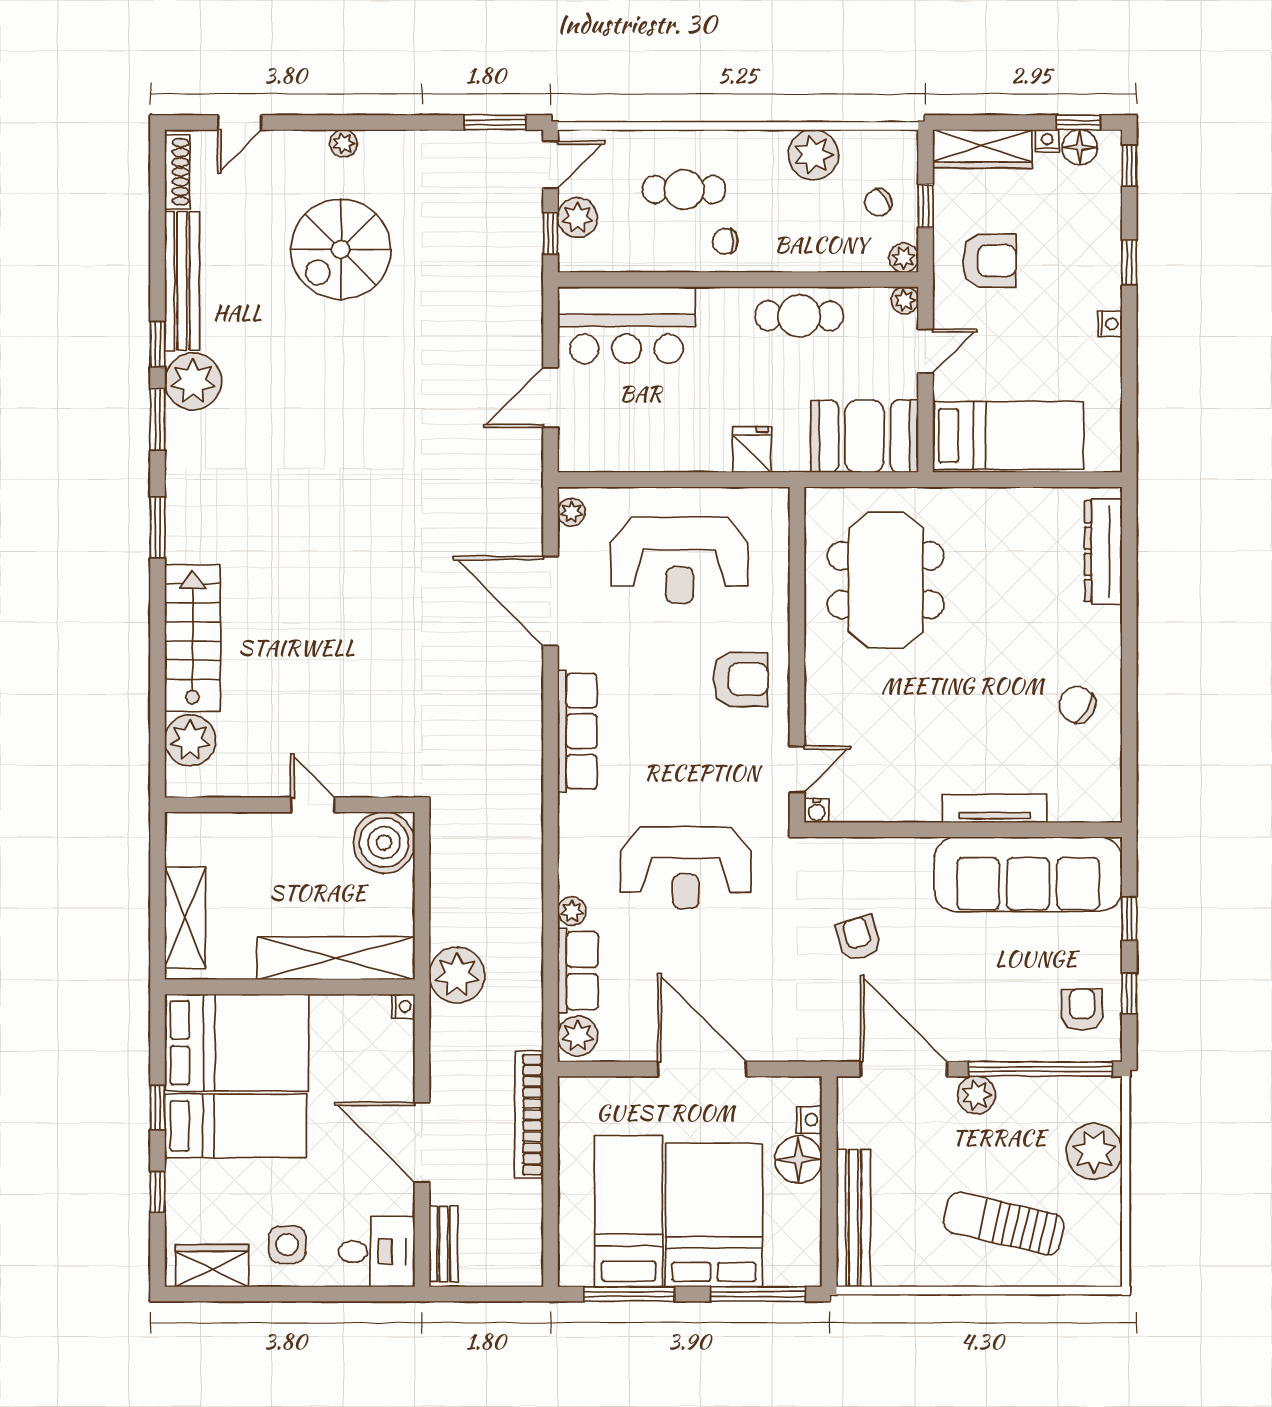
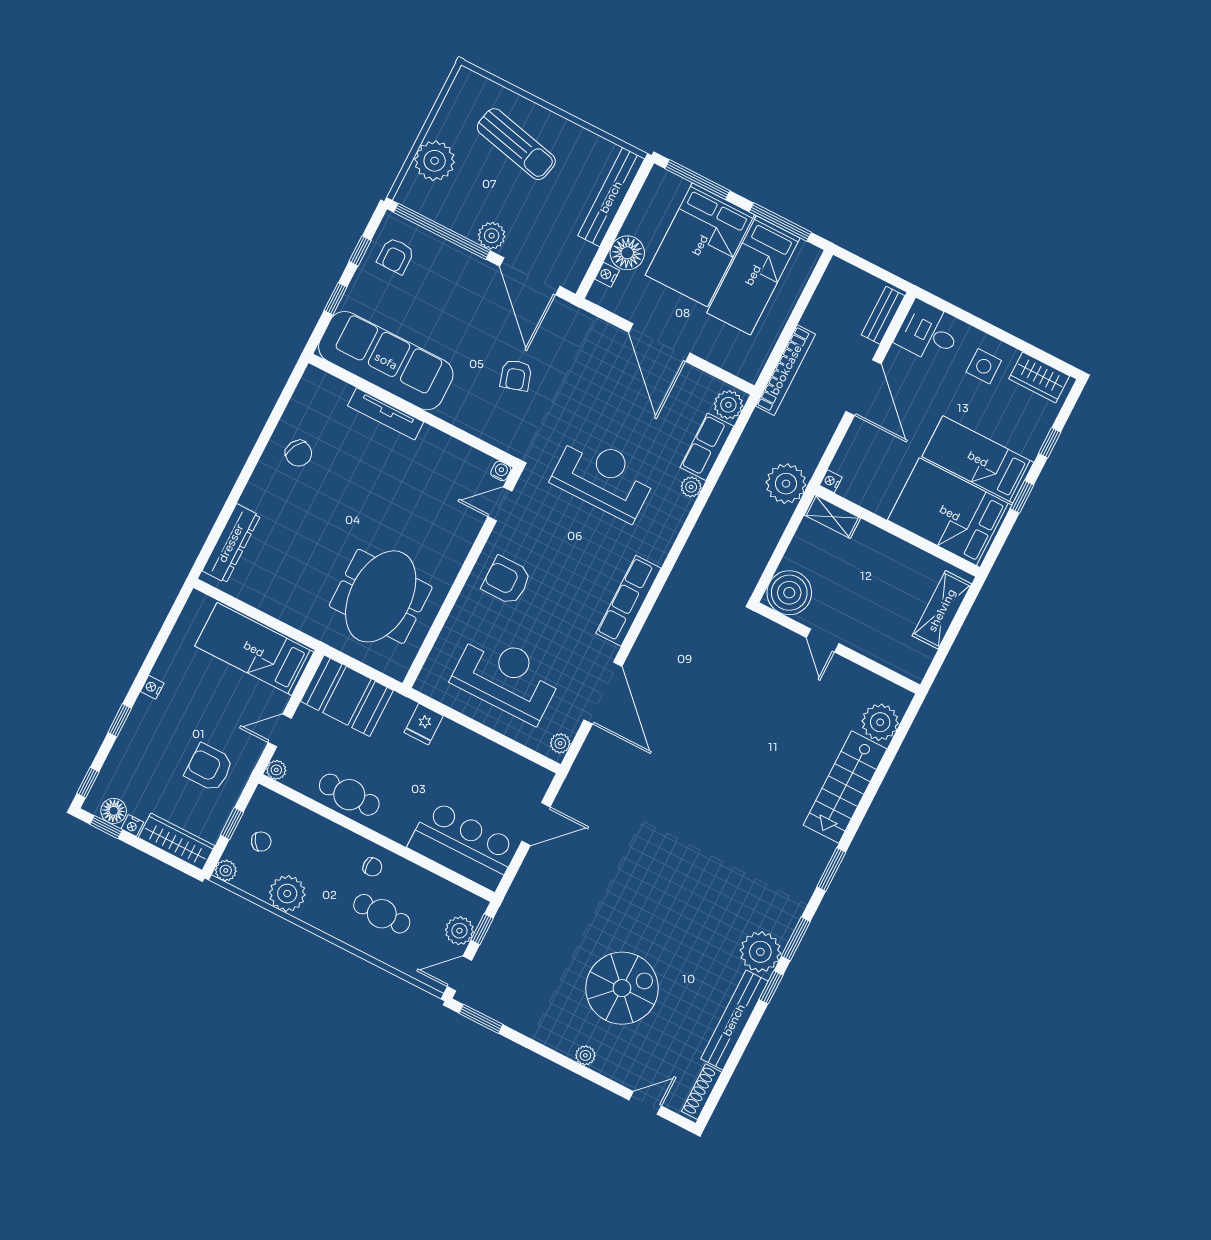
plant: (904, 258) -> (226, 871), moved
shelving: (336, 958) -> (832, 517), width x0.45, depth x0.75

